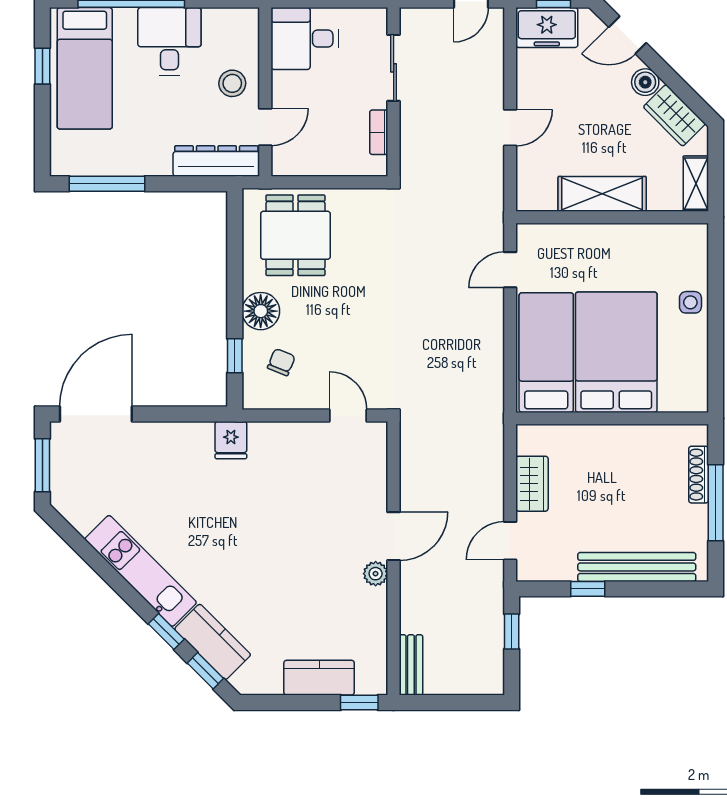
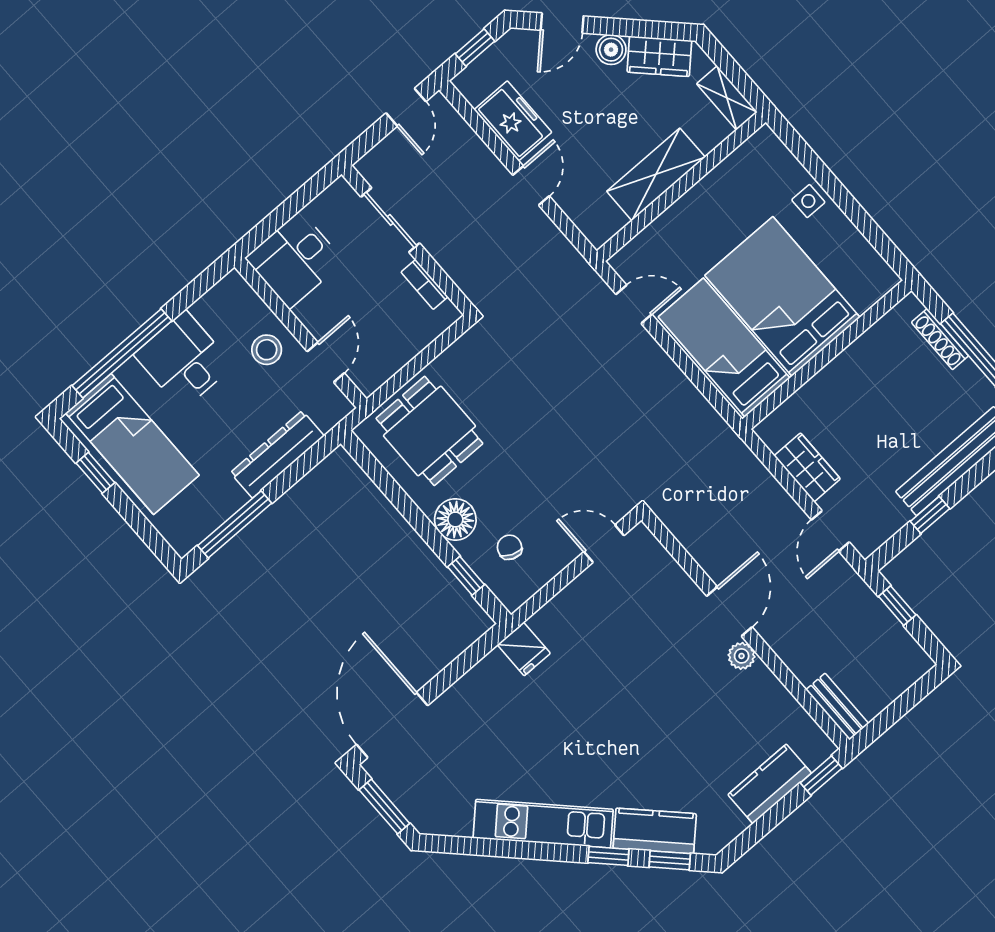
freezer: (547, 28) -> (513, 121), moved, turned -90
dresser: (216, 161) -> (277, 454), moved
door: (510, 270) -> (634, 304), swing flipped

